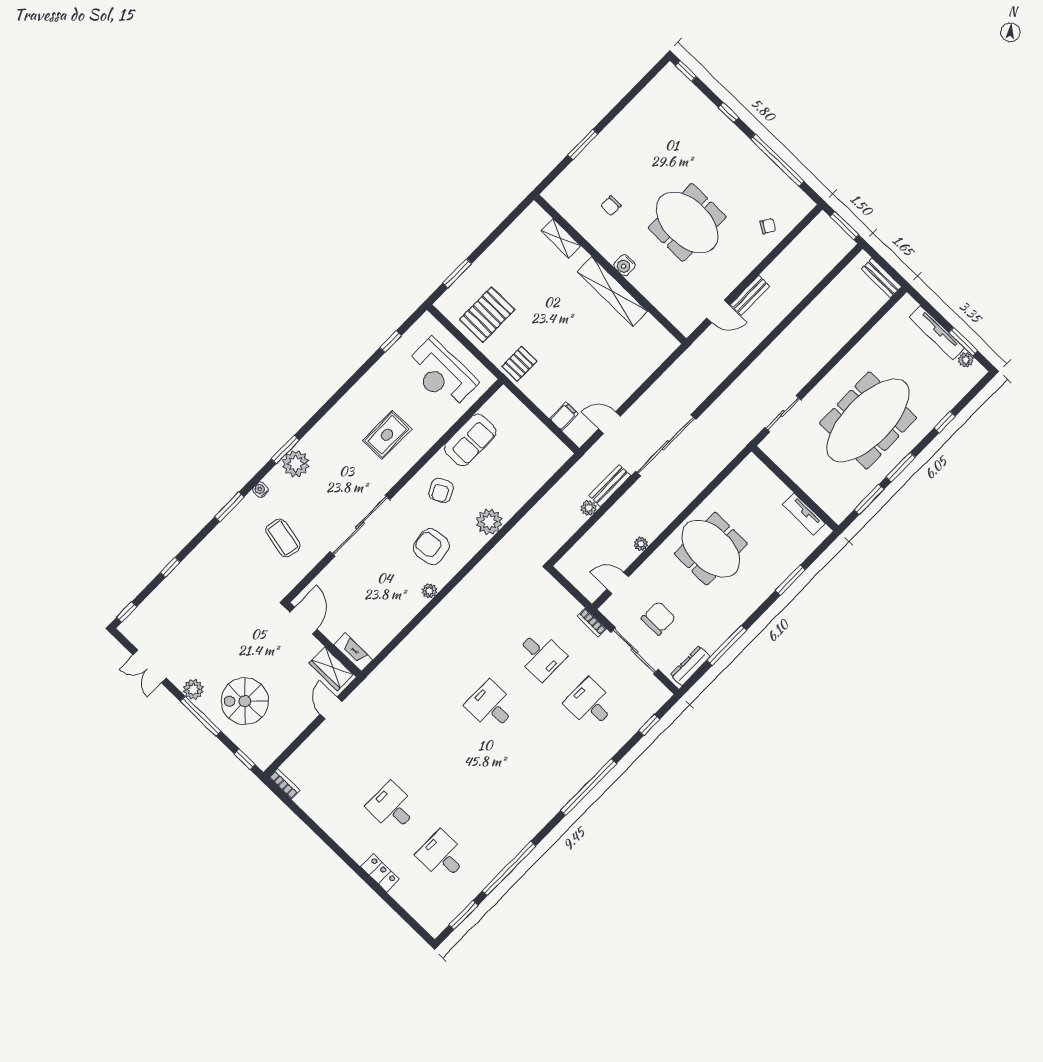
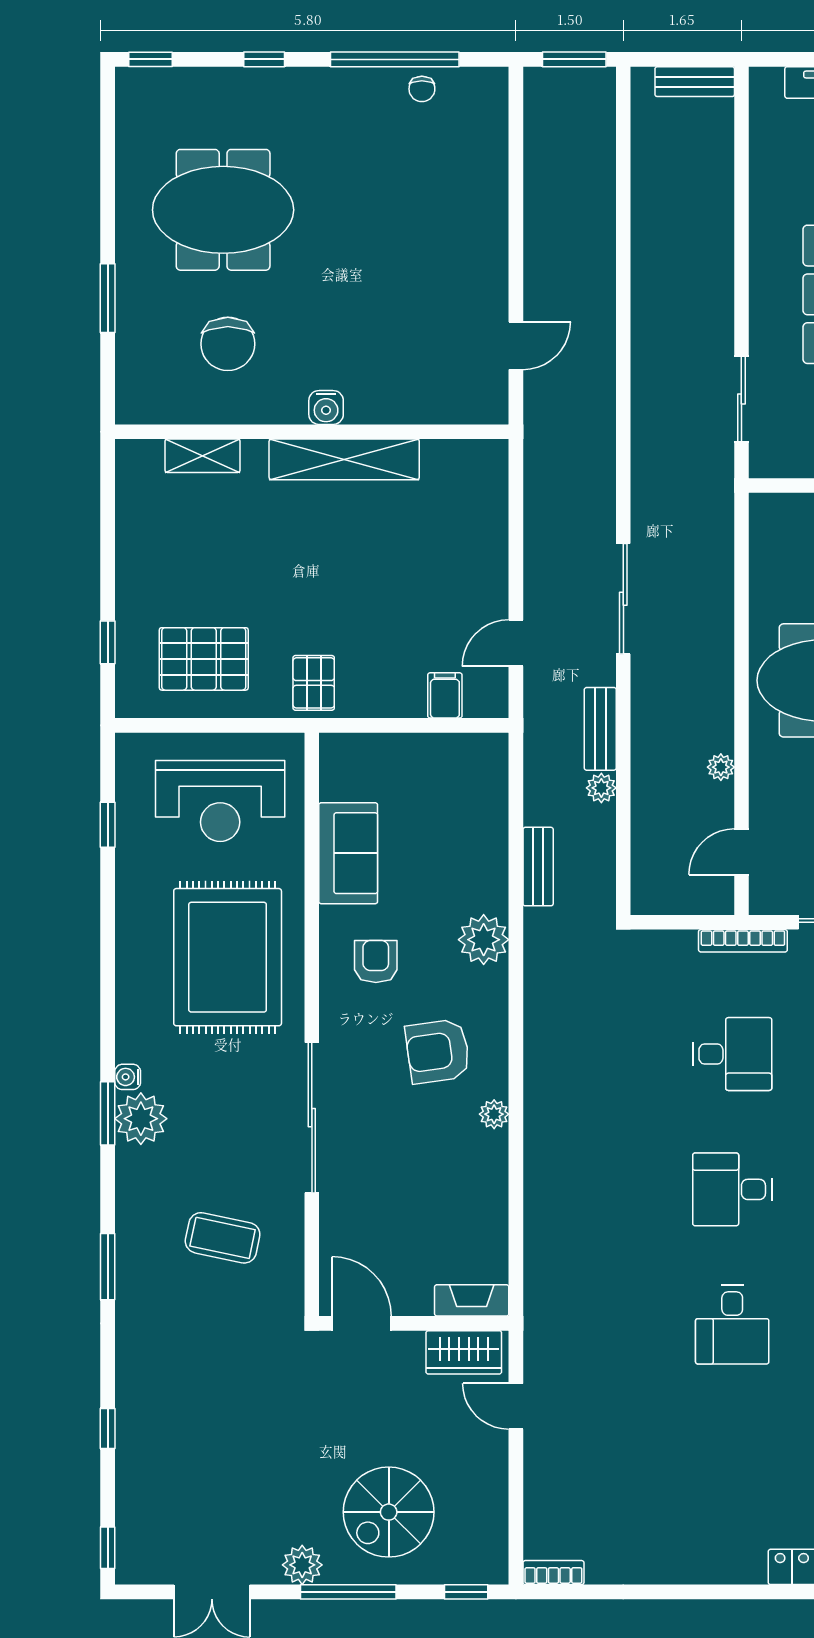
chair: (611, 206) -> (228, 344), width x1.87, depth x1.87
meeting table: (687, 222) -> (223, 210), moved
chair: (768, 226) -> (422, 89), moved, turned 147
window: (457, 273) -> (108, 642), width x0.67
bench: (750, 295) -> (538, 867), moved
pallet: (487, 315) -> (204, 659), turned 90
rug: (387, 435) -> (228, 957), width x1.86, depth x2.06
sliding door: (666, 445) -> (623, 599), width x0.73
water cooler: (260, 490) -> (128, 1077), moved
armchair: (441, 491) -> (376, 961), turned -153
bookcase: (592, 623) -> (743, 941), width x1.56
desk: (392, 807) -> (732, 1325), moved, turned -90

